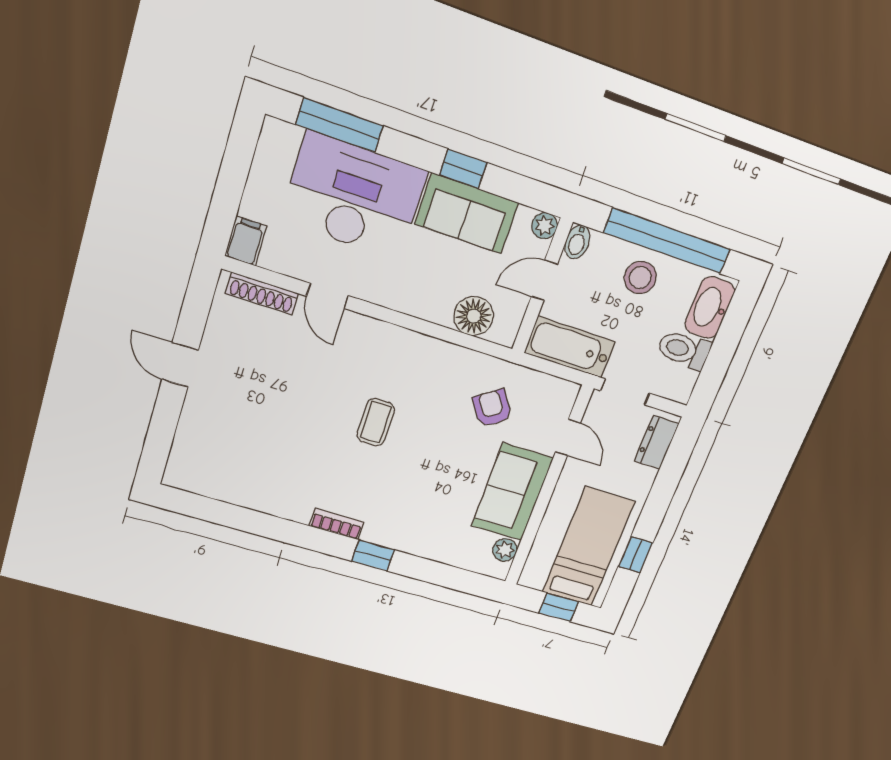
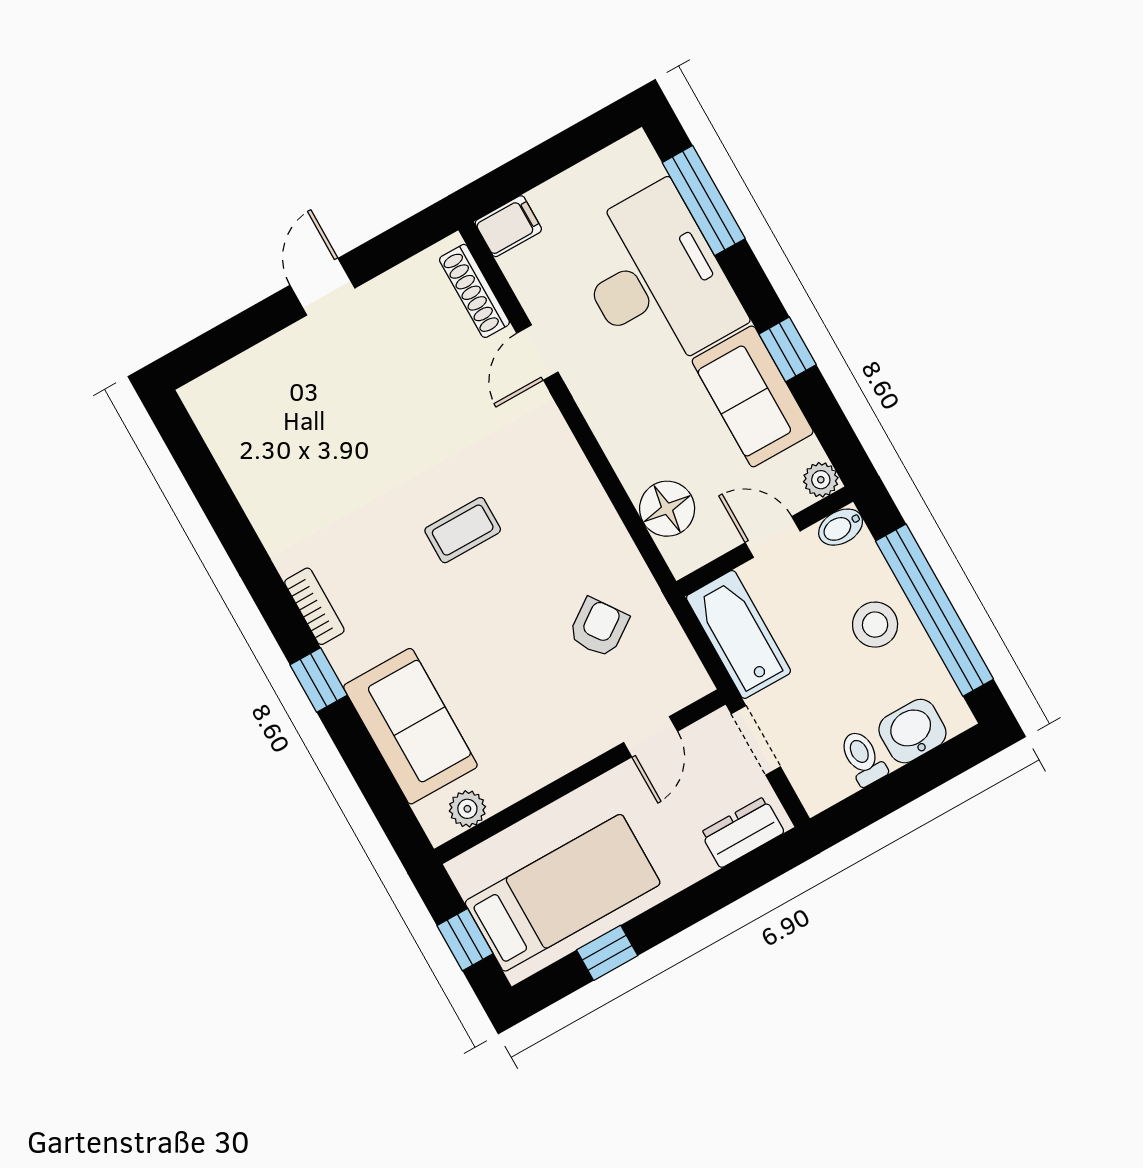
washbasin: (710, 308) -> (912, 731), width x0.72
toilet: (684, 350) -> (863, 758), width x0.73, depth x0.72
sofa: (512, 492) -> (410, 726), moved, turned 90

